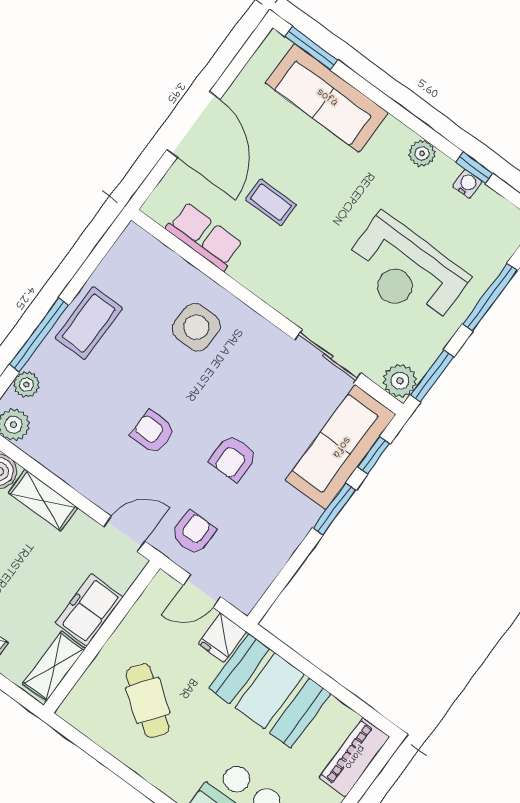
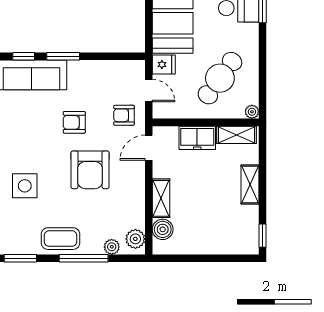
window: (102, 249) -> (20, 258), added
armchair: (153, 432) -> (90, 170), width x1.88, depth x1.88
armchair: (233, 458) -> (74, 122), turned 180
door: (124, 534) -> (149, 148), hinge flipped
cafe table: (148, 701) -> (220, 78), width x1.37, depth x1.35
plant: (70, 710) -> (252, 112), added

